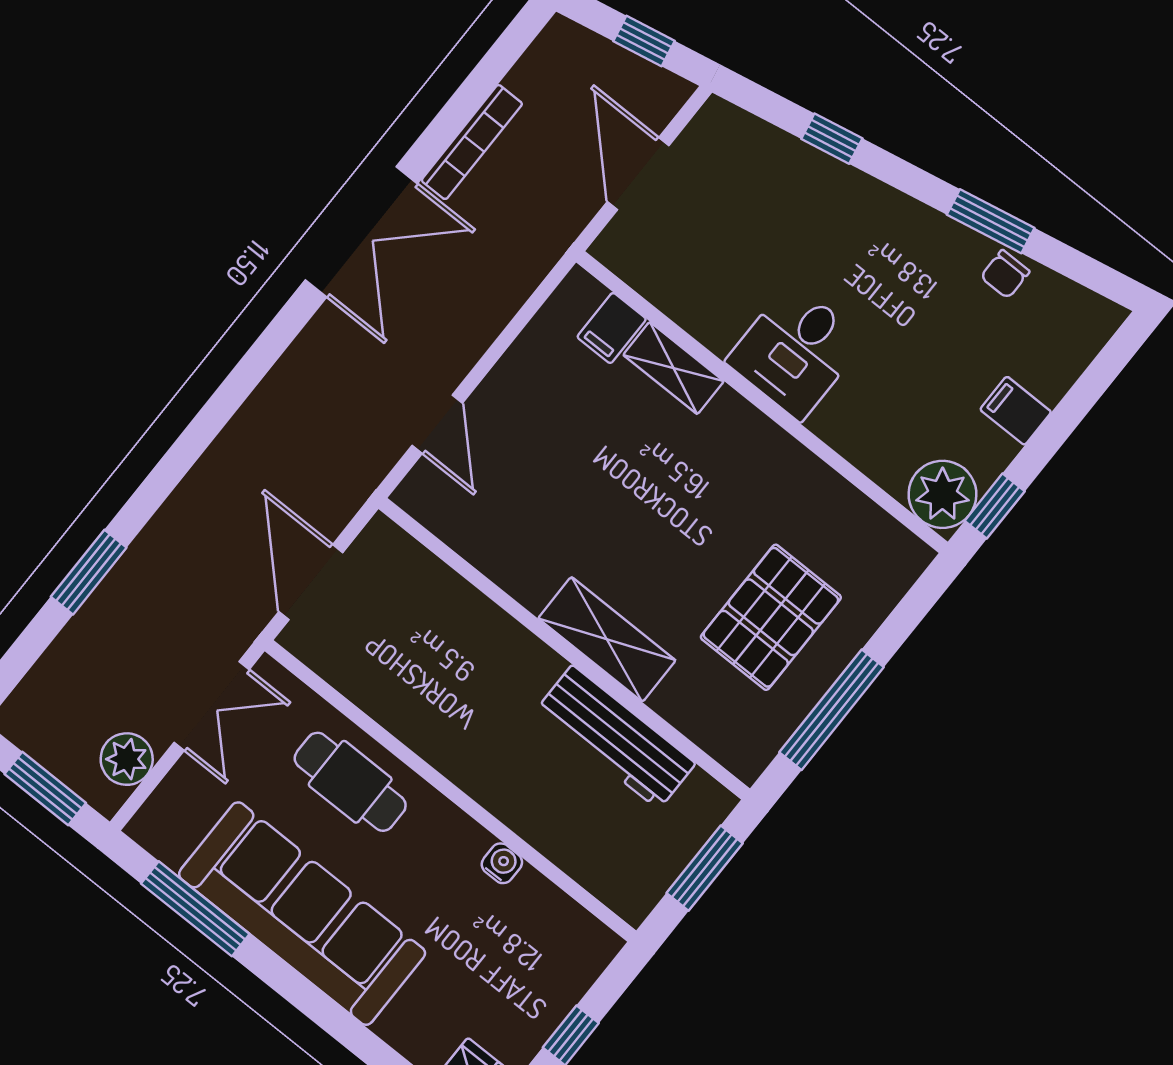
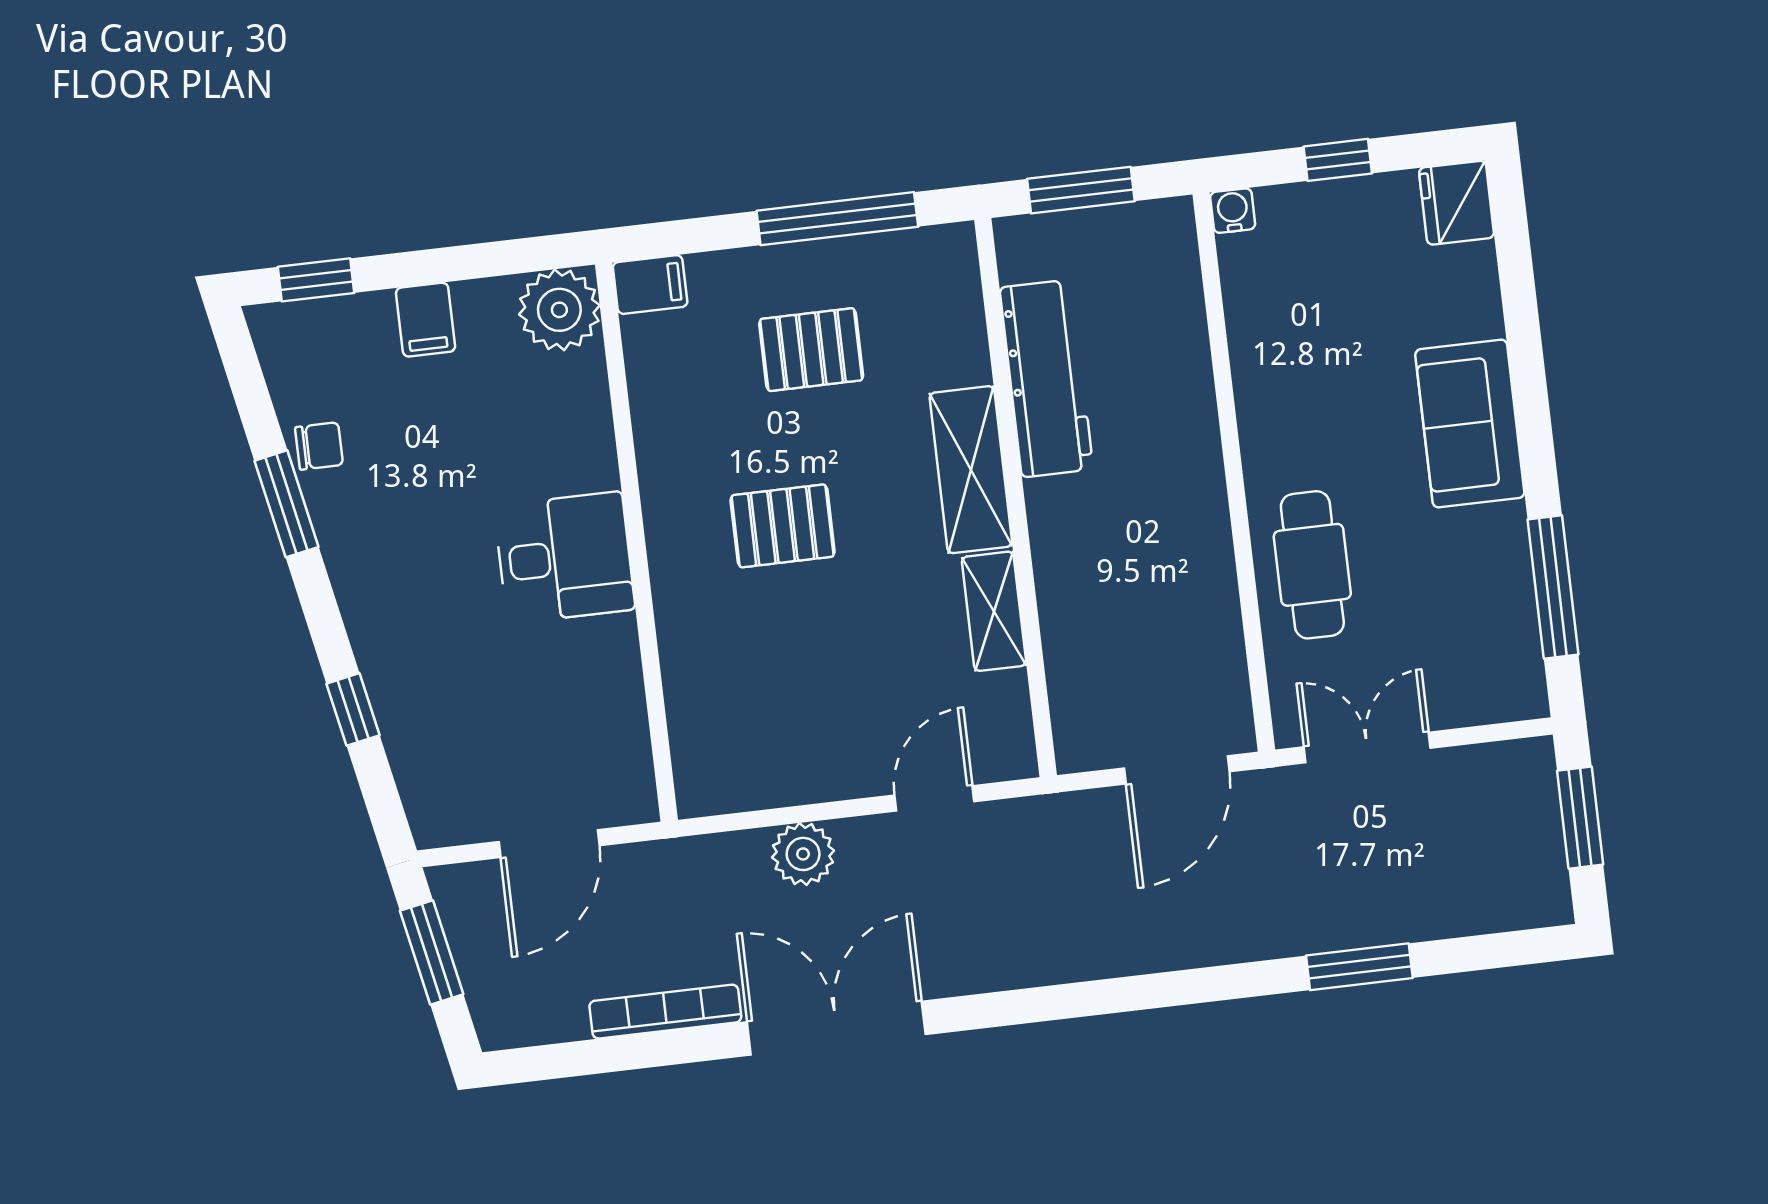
window: (644, 41) -> (432, 952), width x1.50
filing cabinet: (612, 328) -> (650, 285), moved
shelving: (674, 368) -> (994, 611), moved
pallet: (685, 497) -> (783, 526), added
window: (995, 506) -> (316, 280), moved
pallet: (771, 617) -> (811, 350), width x0.67, depth x0.71
plant: (127, 759) -> (803, 854), moved
water cooler: (502, 863) -> (1233, 211), moved, turned 90
sofa: (302, 914) -> (1470, 424), width x0.54, depth x0.79

